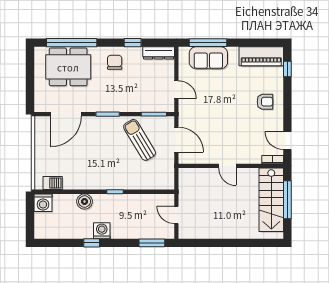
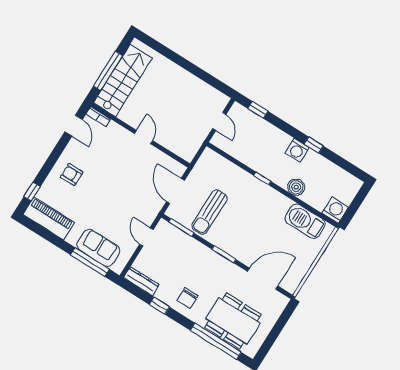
sun lounger: (140, 140) -> (210, 212), turned 31
barbecue: (53, 183) -> (305, 221), width x1.88, depth x1.53
window: (152, 243) -> (258, 110), width x0.67

